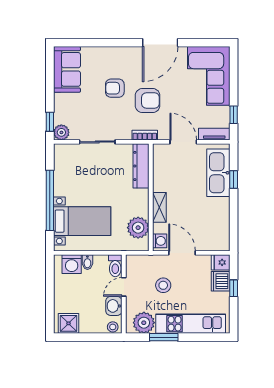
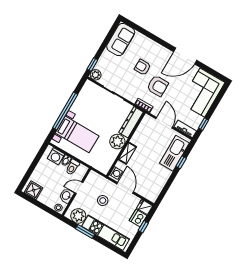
plant: (138, 228) -> (117, 142), moved
toilet: (115, 266) -> (72, 167), moved

